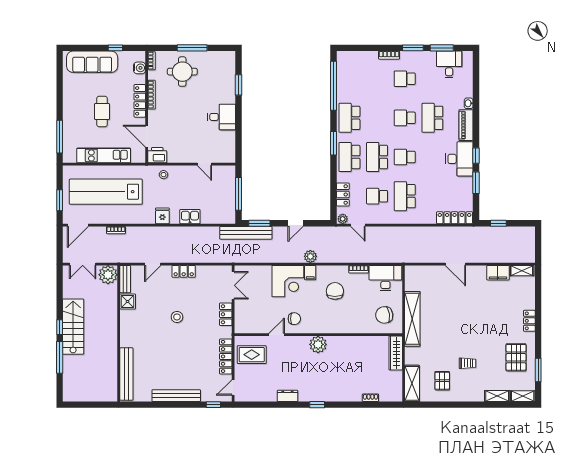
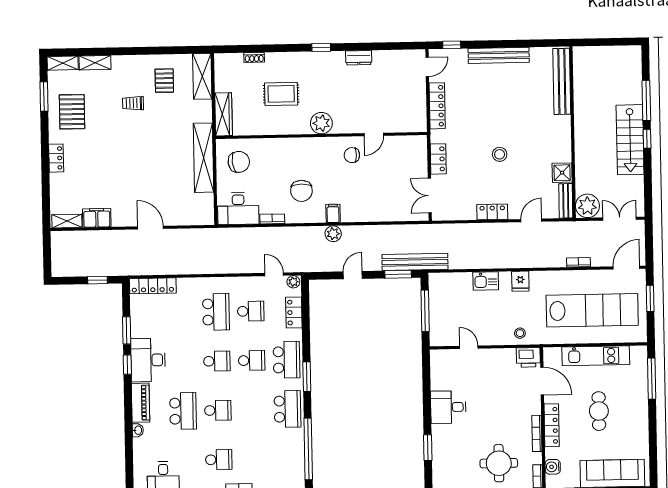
school desk: (377, 157) -> (252, 360), width x0.54
corner desk: (288, 281) -> (361, 202), removed
rug: (252, 355) -> (281, 94), moved

